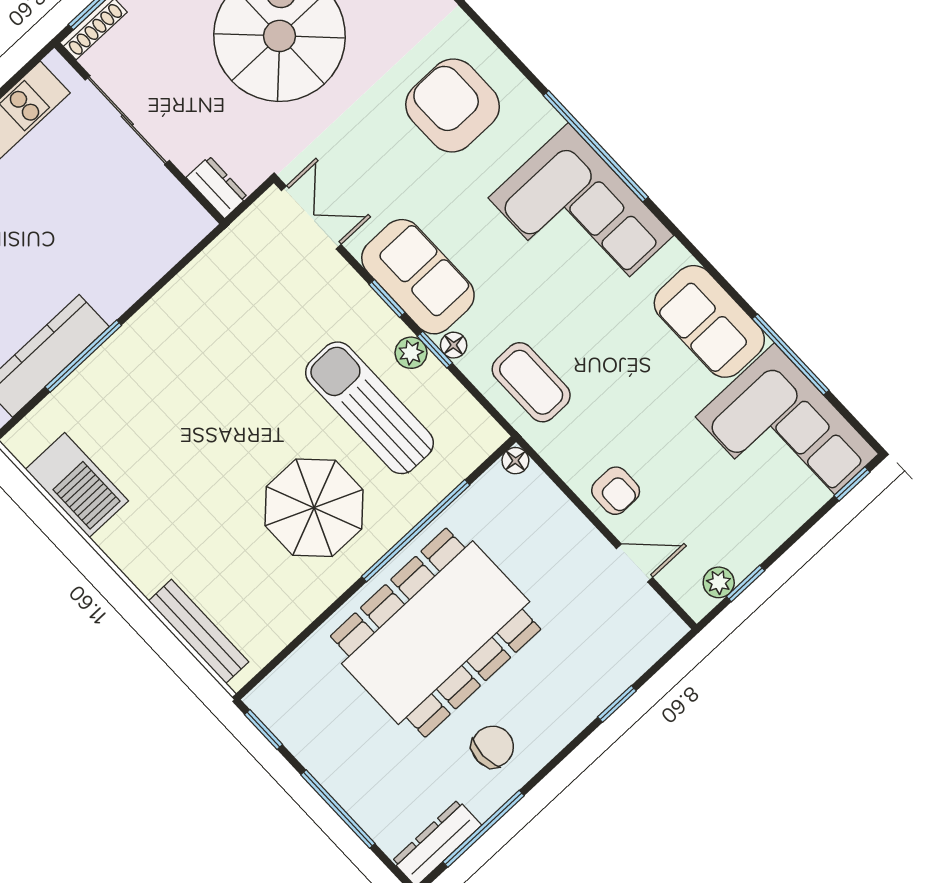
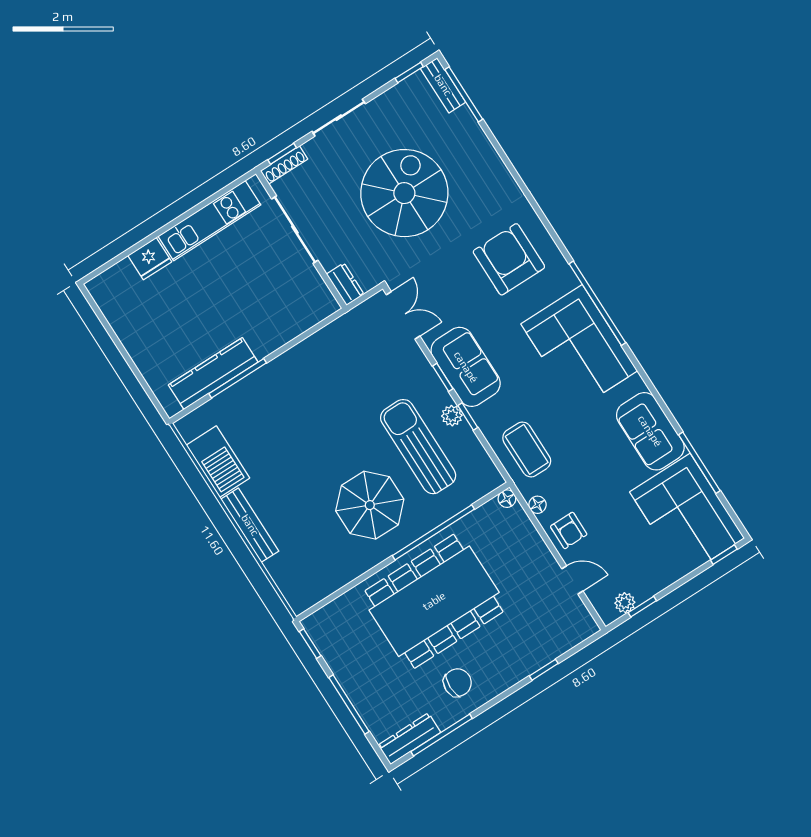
floor lamp: (454, 345) -> (537, 505), moved
bench: (199, 631) -> (250, 525), moved

